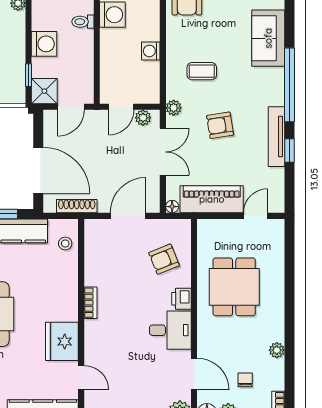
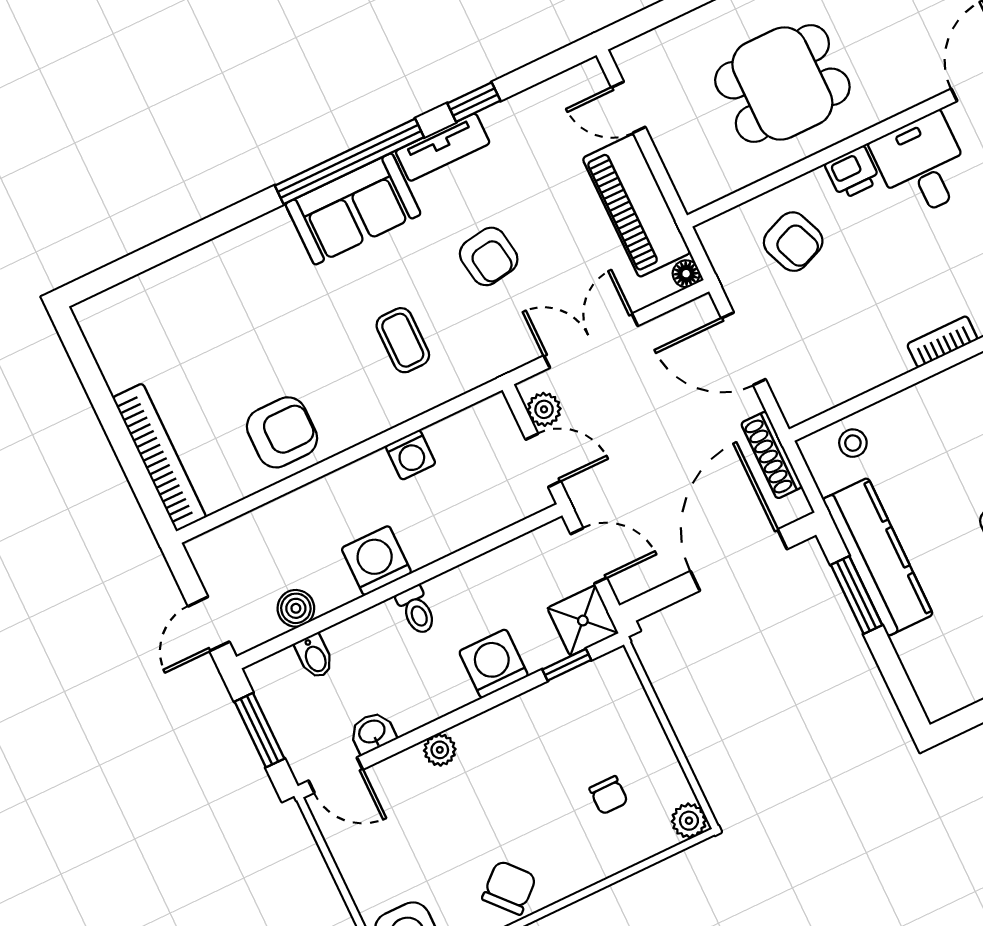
sofa: (268, 38) -> (353, 209), moved
plant: (174, 108) -> (497, 360), removed
tv unit: (276, 137) -> (443, 147), width x0.71

